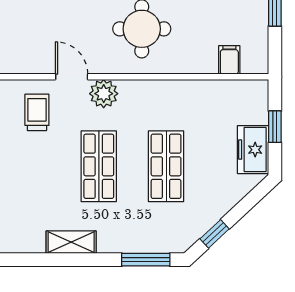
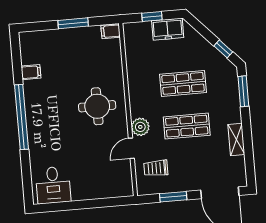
filing cabinet: (229, 60) -> (111, 31), moved

